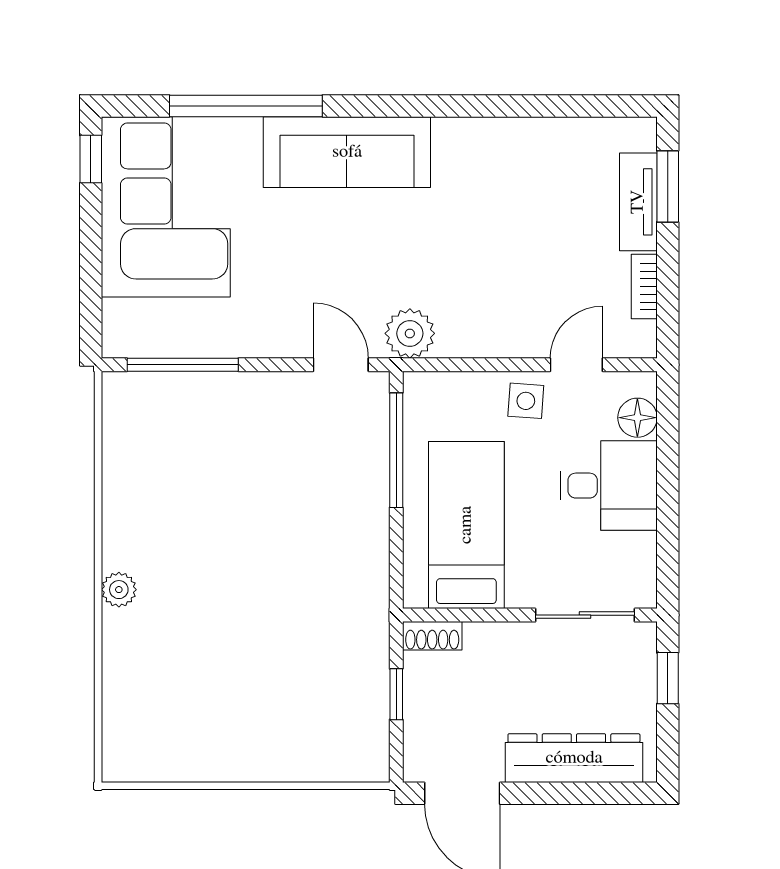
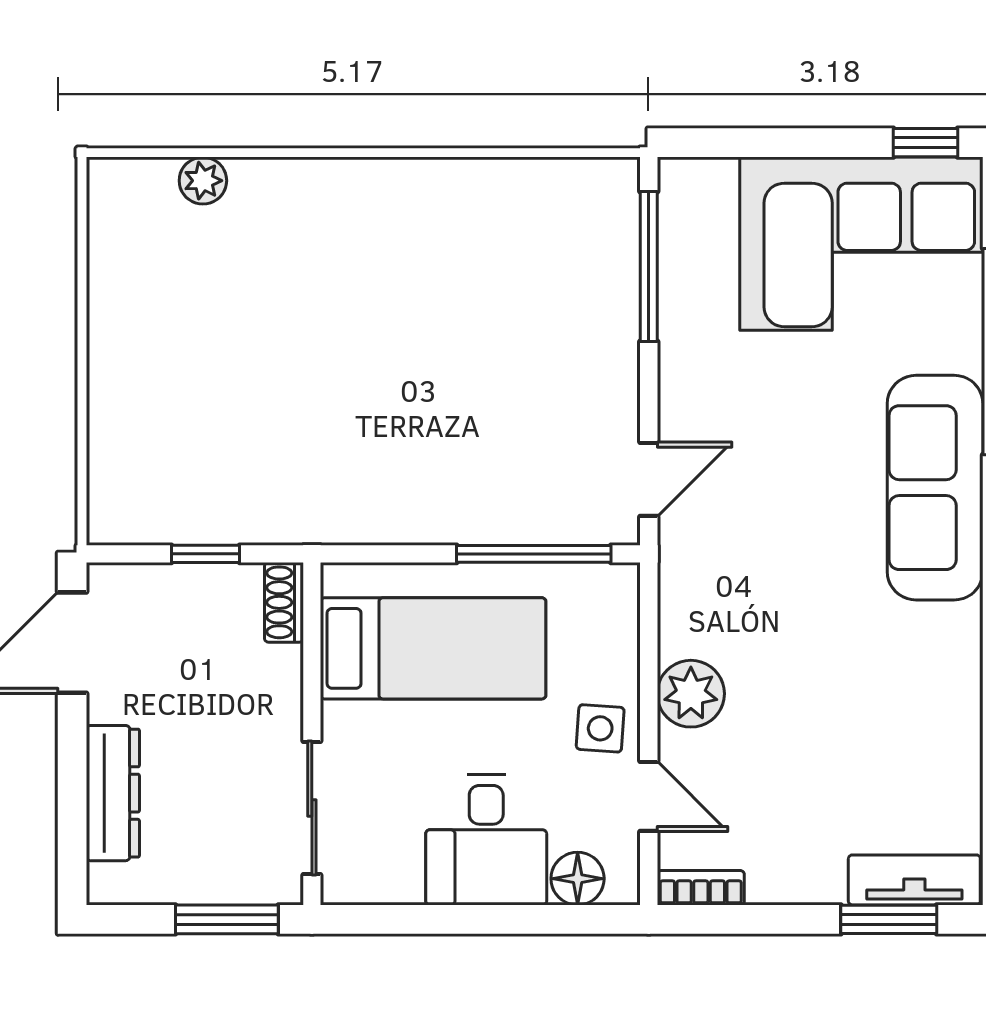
tv unit: (638, 202) -> (914, 880), moved
bookcase: (644, 287) -> (701, 888), moved
plant: (410, 333) -> (691, 694), moved
plant: (119, 590) -> (203, 181), moved
window: (668, 678) -> (227, 919), width x1.50
dresser: (574, 758) -> (113, 793), width x0.73, depth x0.80

